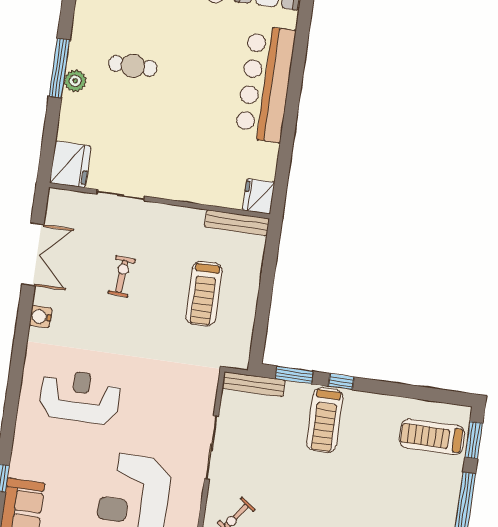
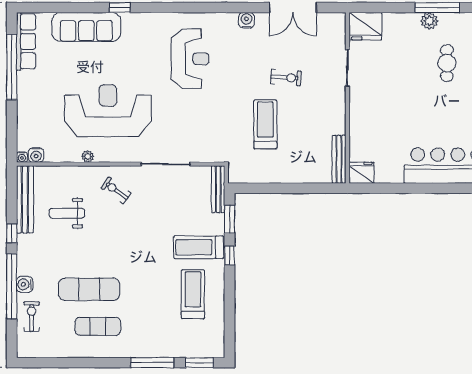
treadmill: (204, 294) -> (265, 124), moved, turned 90
treadmill: (432, 437) -> (193, 294), moved

